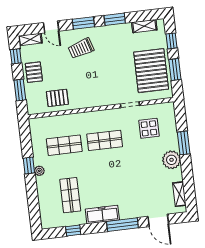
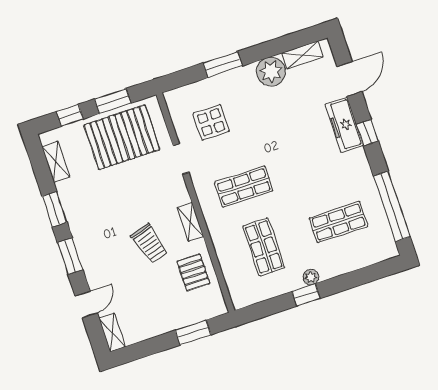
trolley: (81, 48) -> (149, 244), moved
window: (16, 56) -> (143, 349), removed
pallet: (34, 72) -> (161, 317), removed
shelving: (89, 103) -> (190, 222), added
shop shelf: (105, 140) -> (244, 187), turned 90
plant: (171, 160) -> (271, 72), moved
freezer: (102, 215) -> (344, 125), moved
window: (122, 225) -> (367, 133), width x0.46
window: (73, 231) -> (392, 206), width x3.17

